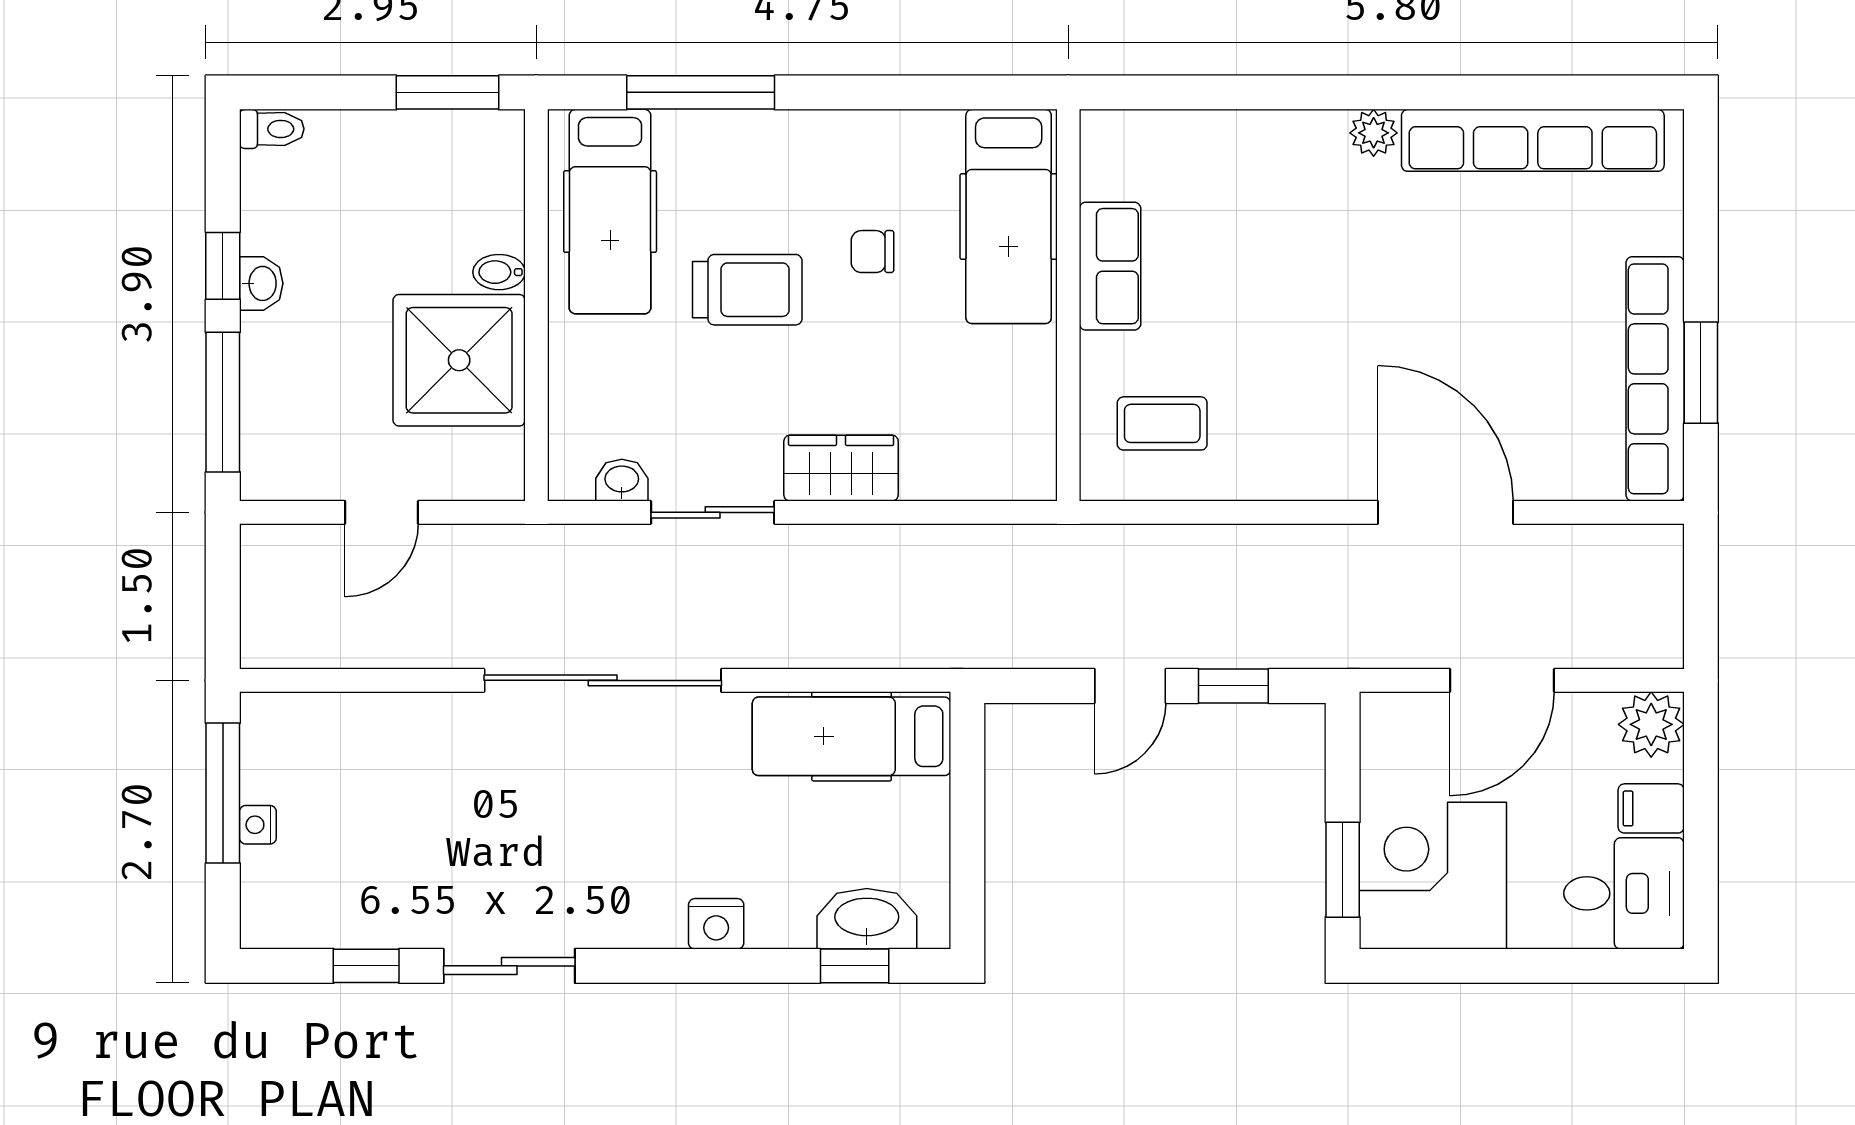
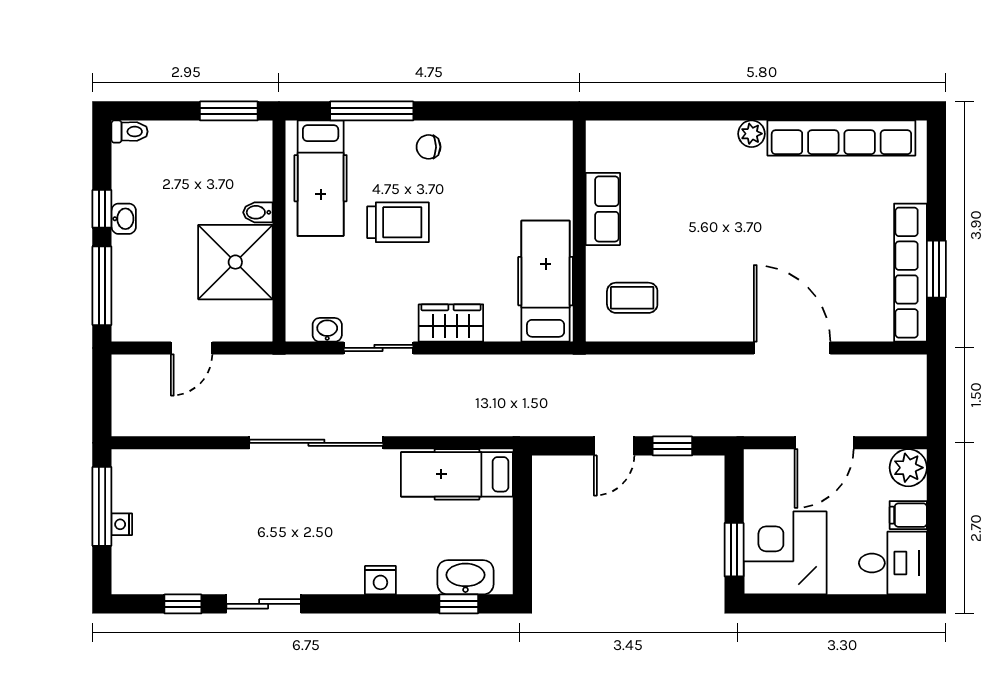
hospital bed: (1009, 216) -> (546, 281), moved, turned 180
chair: (872, 252) -> (428, 147), moved

